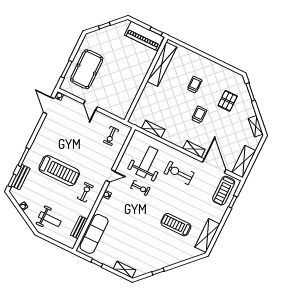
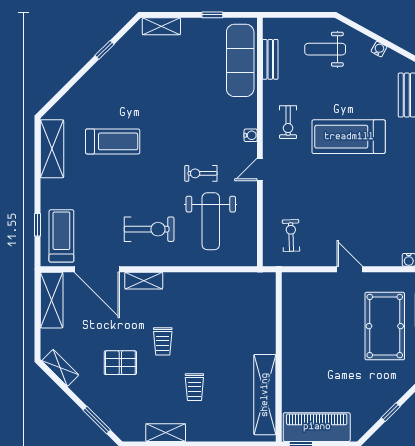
pallet: (228, 101) -> (120, 363), moved, turned 90
shelving: (153, 129) -> (166, 433), moved

